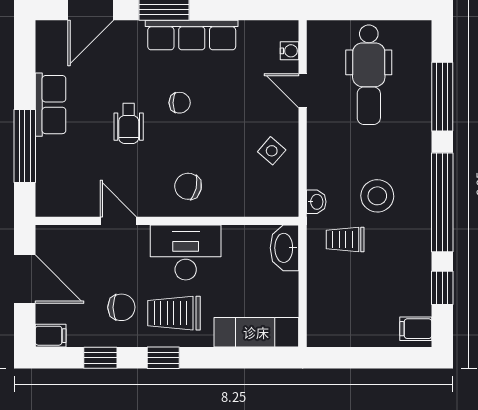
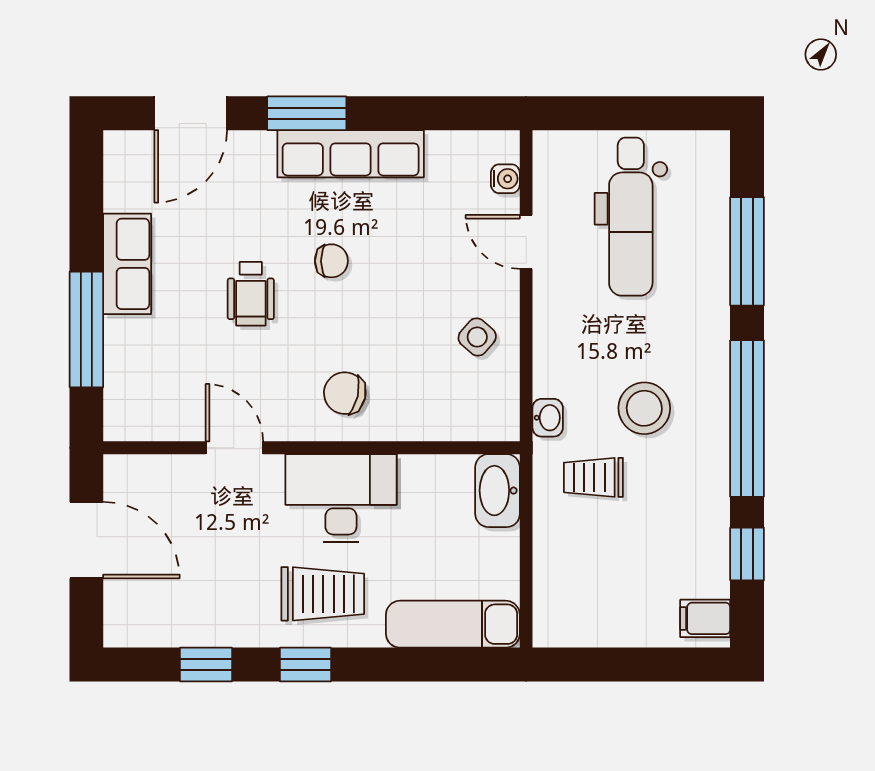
chair: (121, 307) -> (239, 585), removed
trolley: (174, 313) -> (323, 594), turned 180
filing cabinet: (51, 336) -> (127, 630), removed

